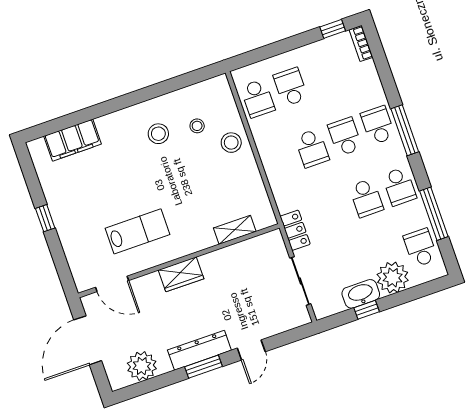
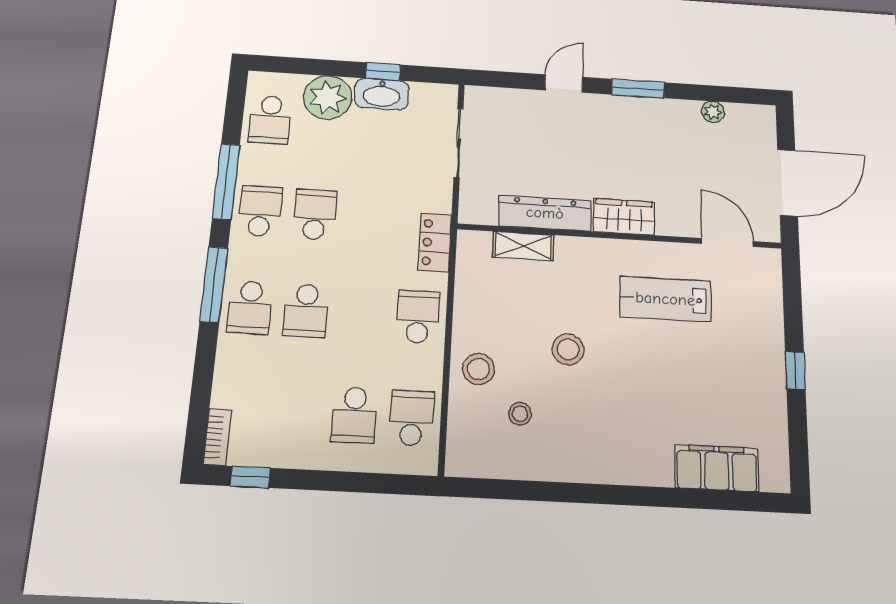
stool: (158, 134) -> (568, 349), moved
school desk: (312, 148) -> (418, 317), moved
window: (434, 214) -> (226, 181), moved
locker: (295, 230) -> (435, 242), moved
dresser: (199, 350) -> (545, 213), moved, turned 180
plant: (142, 366) -> (713, 112), width x0.53, depth x0.53

